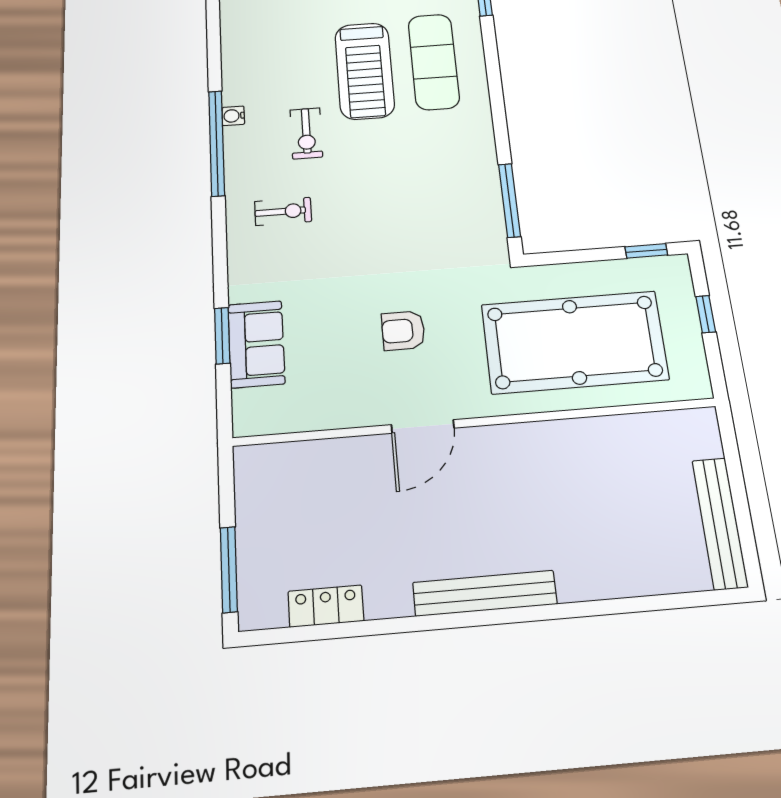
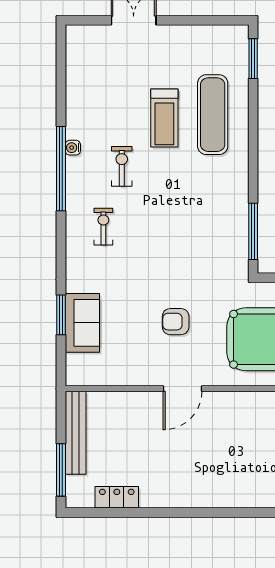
treadmill: (365, 71) -> (164, 118), width x0.73, depth x0.73
exercise bike: (306, 133) -> (122, 166), turned 180
exercise bike: (283, 211) -> (103, 227), turned -90
bench: (485, 593) -> (76, 433), moved, turned 90

